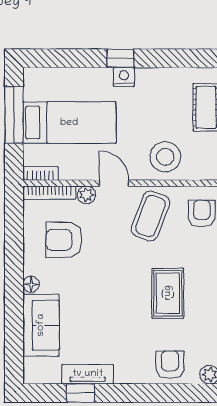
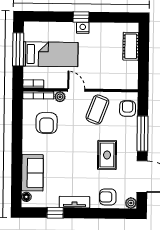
stool: (165, 157) -> (106, 75), removed
armchair: (64, 240) -> (47, 123), turned -90
floor lamp: (31, 284) -> (26, 197), moved
armchair: (170, 365) -> (108, 197), turned -90
tv unit: (88, 374) -> (75, 202), moved

